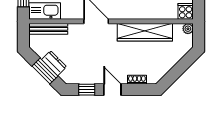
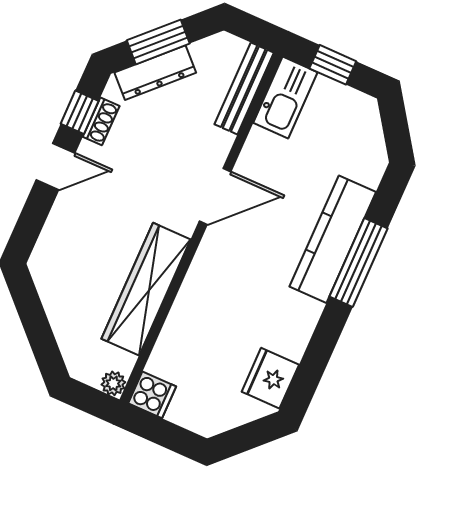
dresser: (54, 63) -> (155, 73), width x1.44
shoe rack: (137, 80) -> (101, 121), moved

